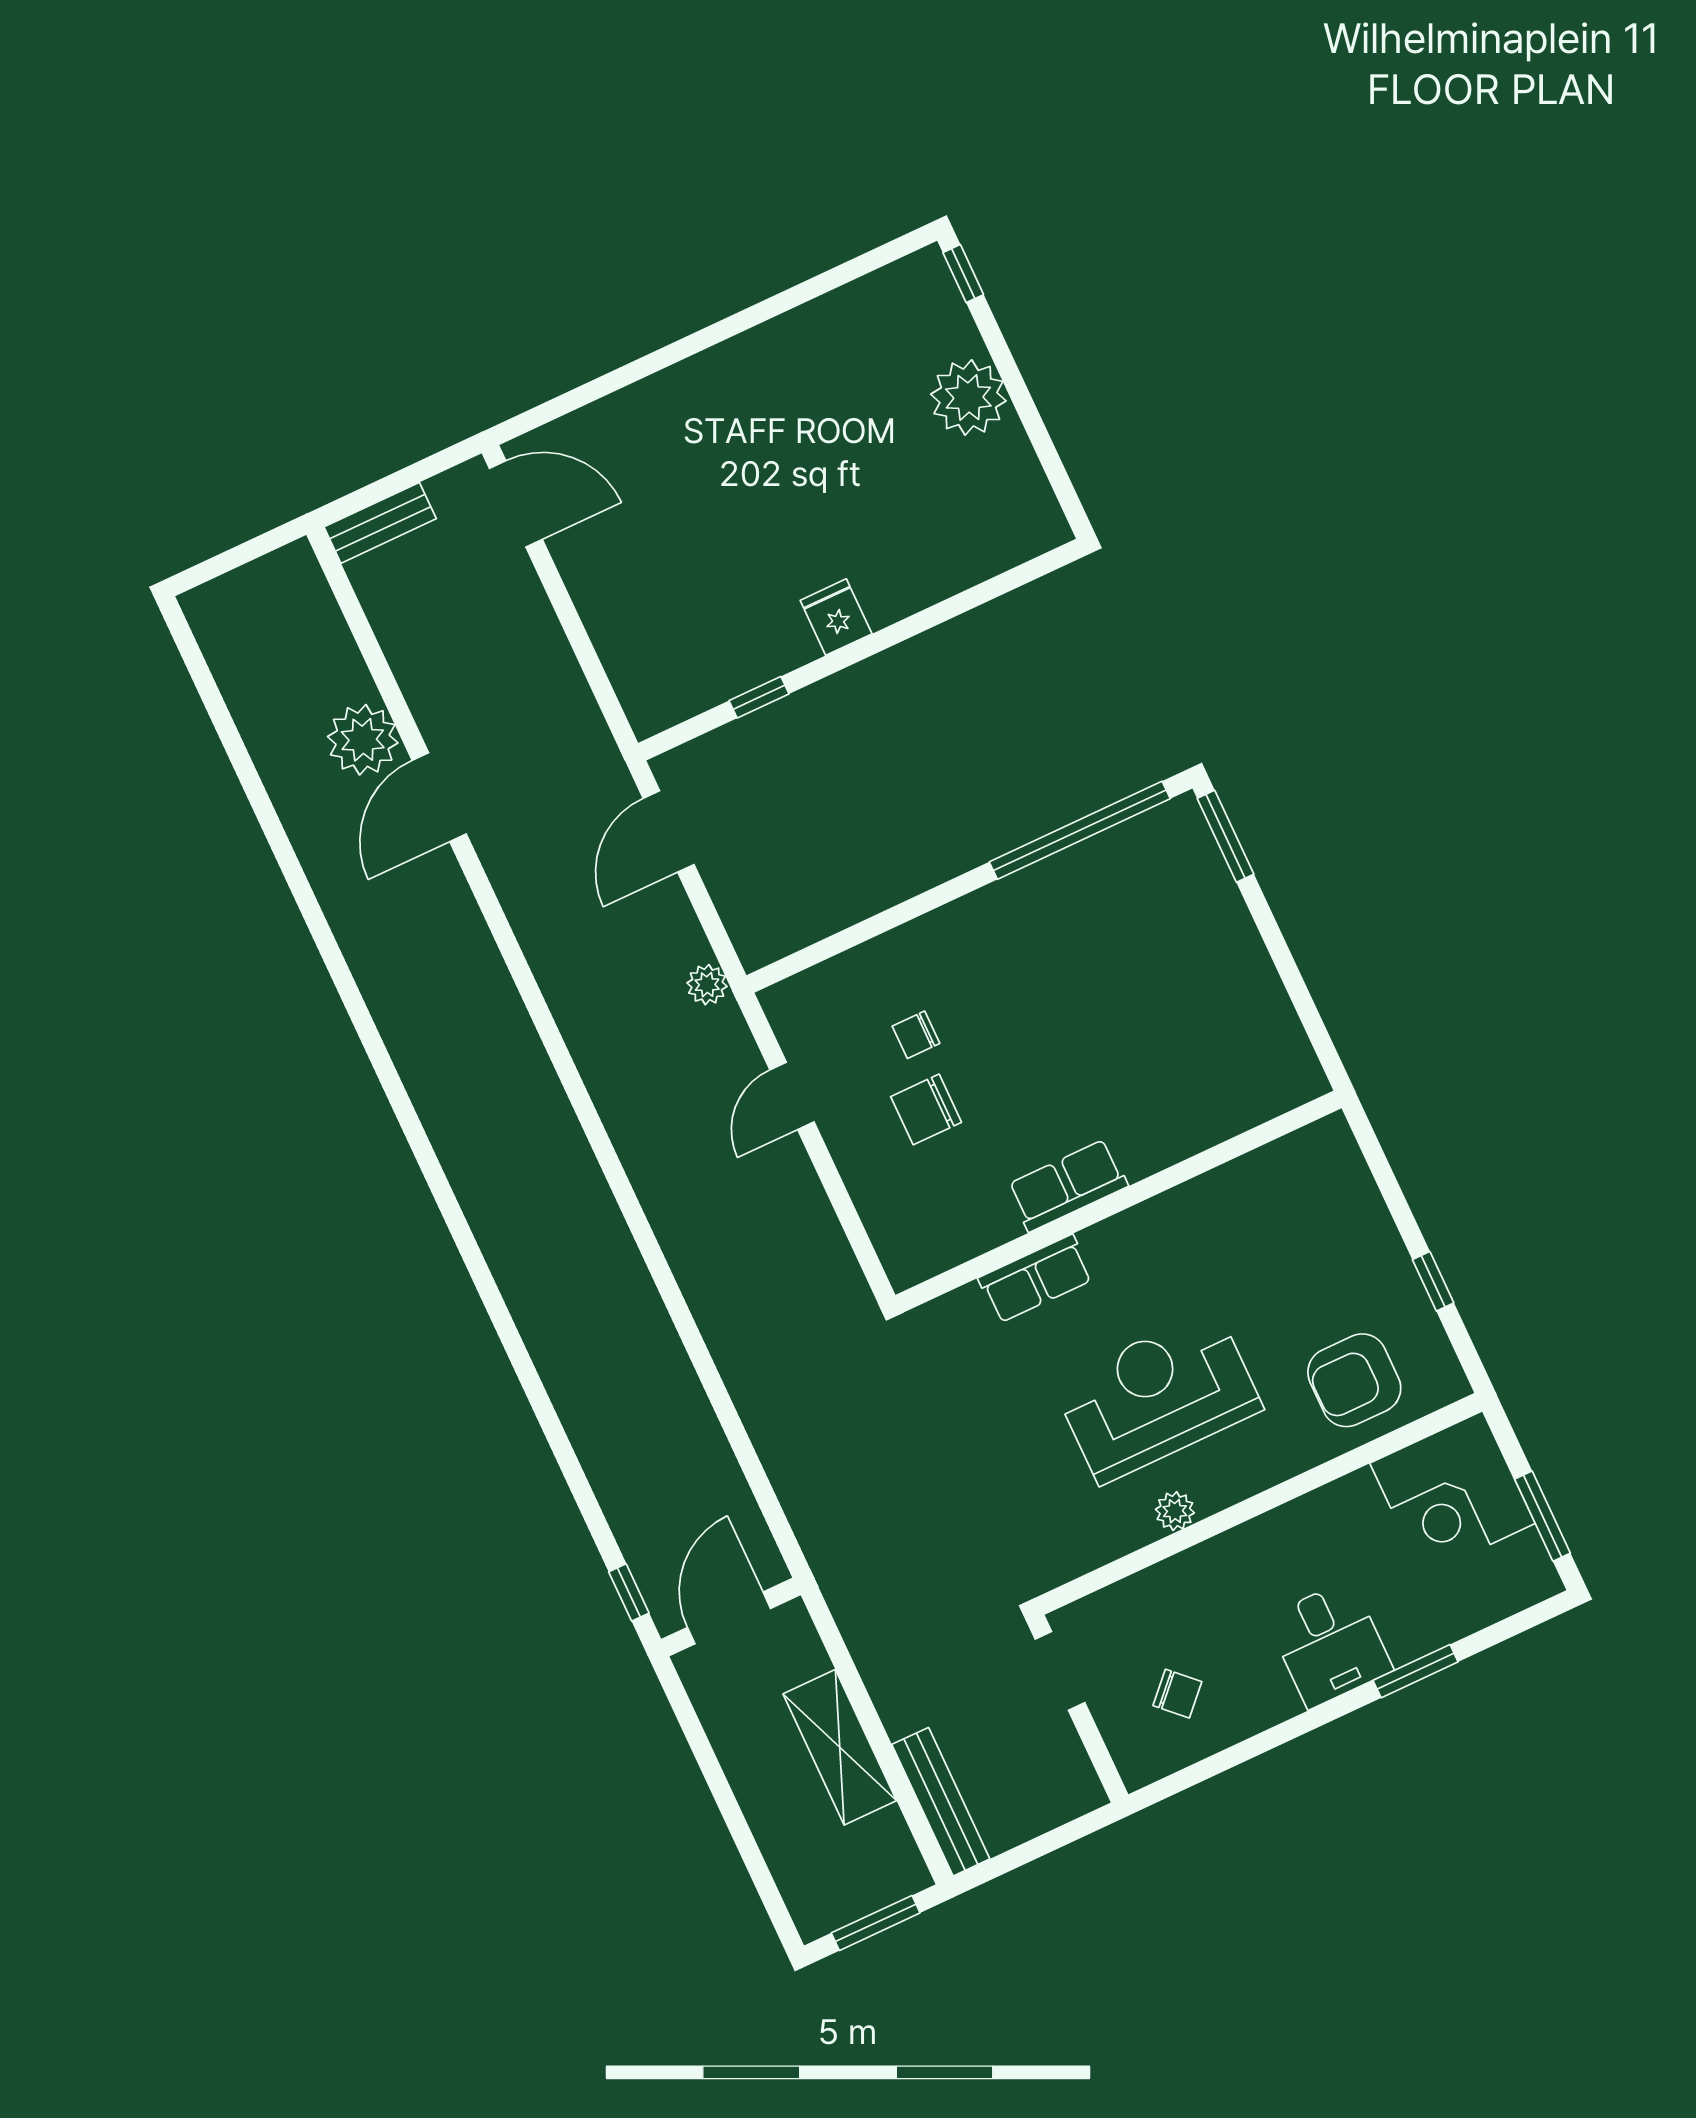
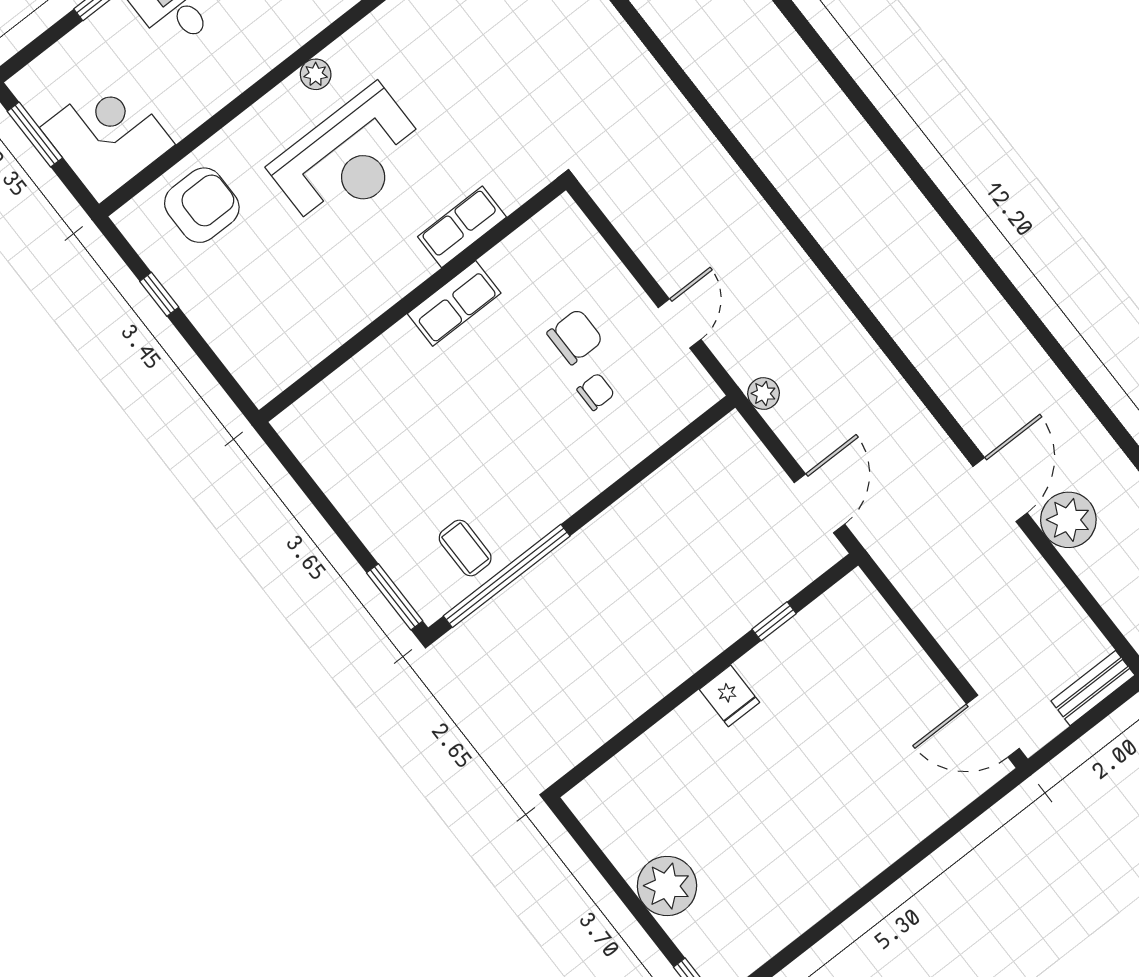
coffee table: (1124, 877) -> (465, 548), added

